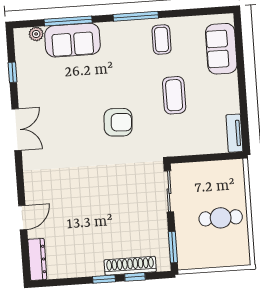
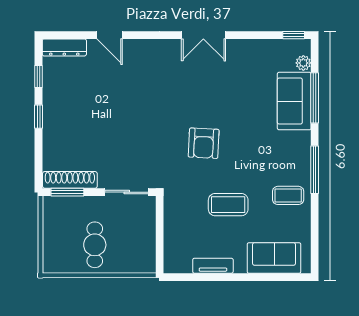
window: (13, 72) -> (294, 35), moved
tv unit: (234, 133) -> (213, 266), moved
shoe rack: (130, 266) -> (70, 180), moved, turned -90
window: (135, 277) -> (39, 76), moved

